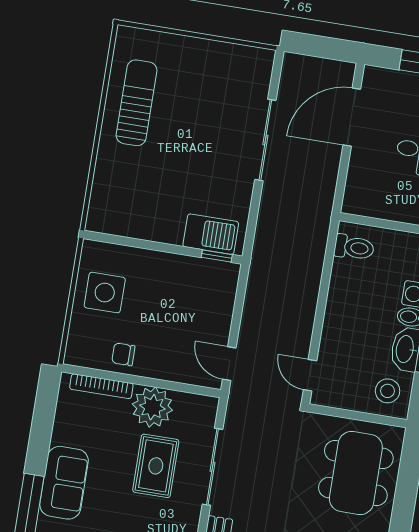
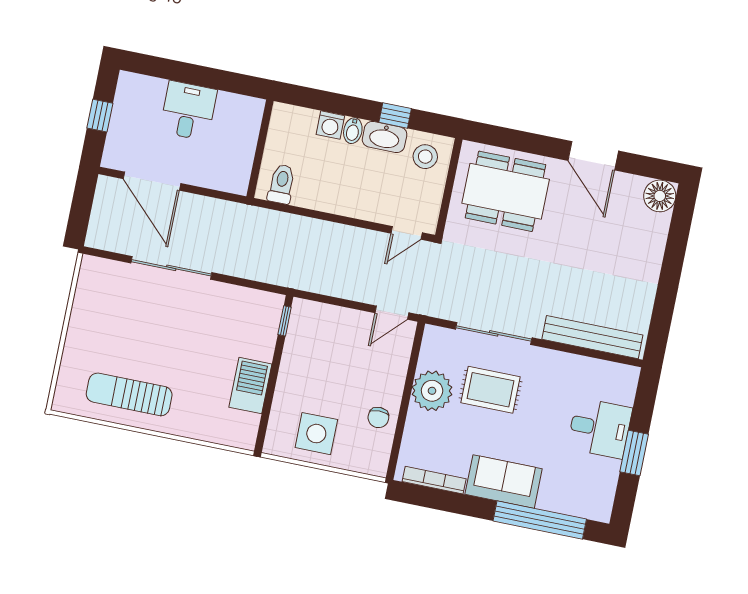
barbecue: (211, 234) -> (250, 386), moved
bookcase: (101, 386) -> (434, 480), moved, turned -90

